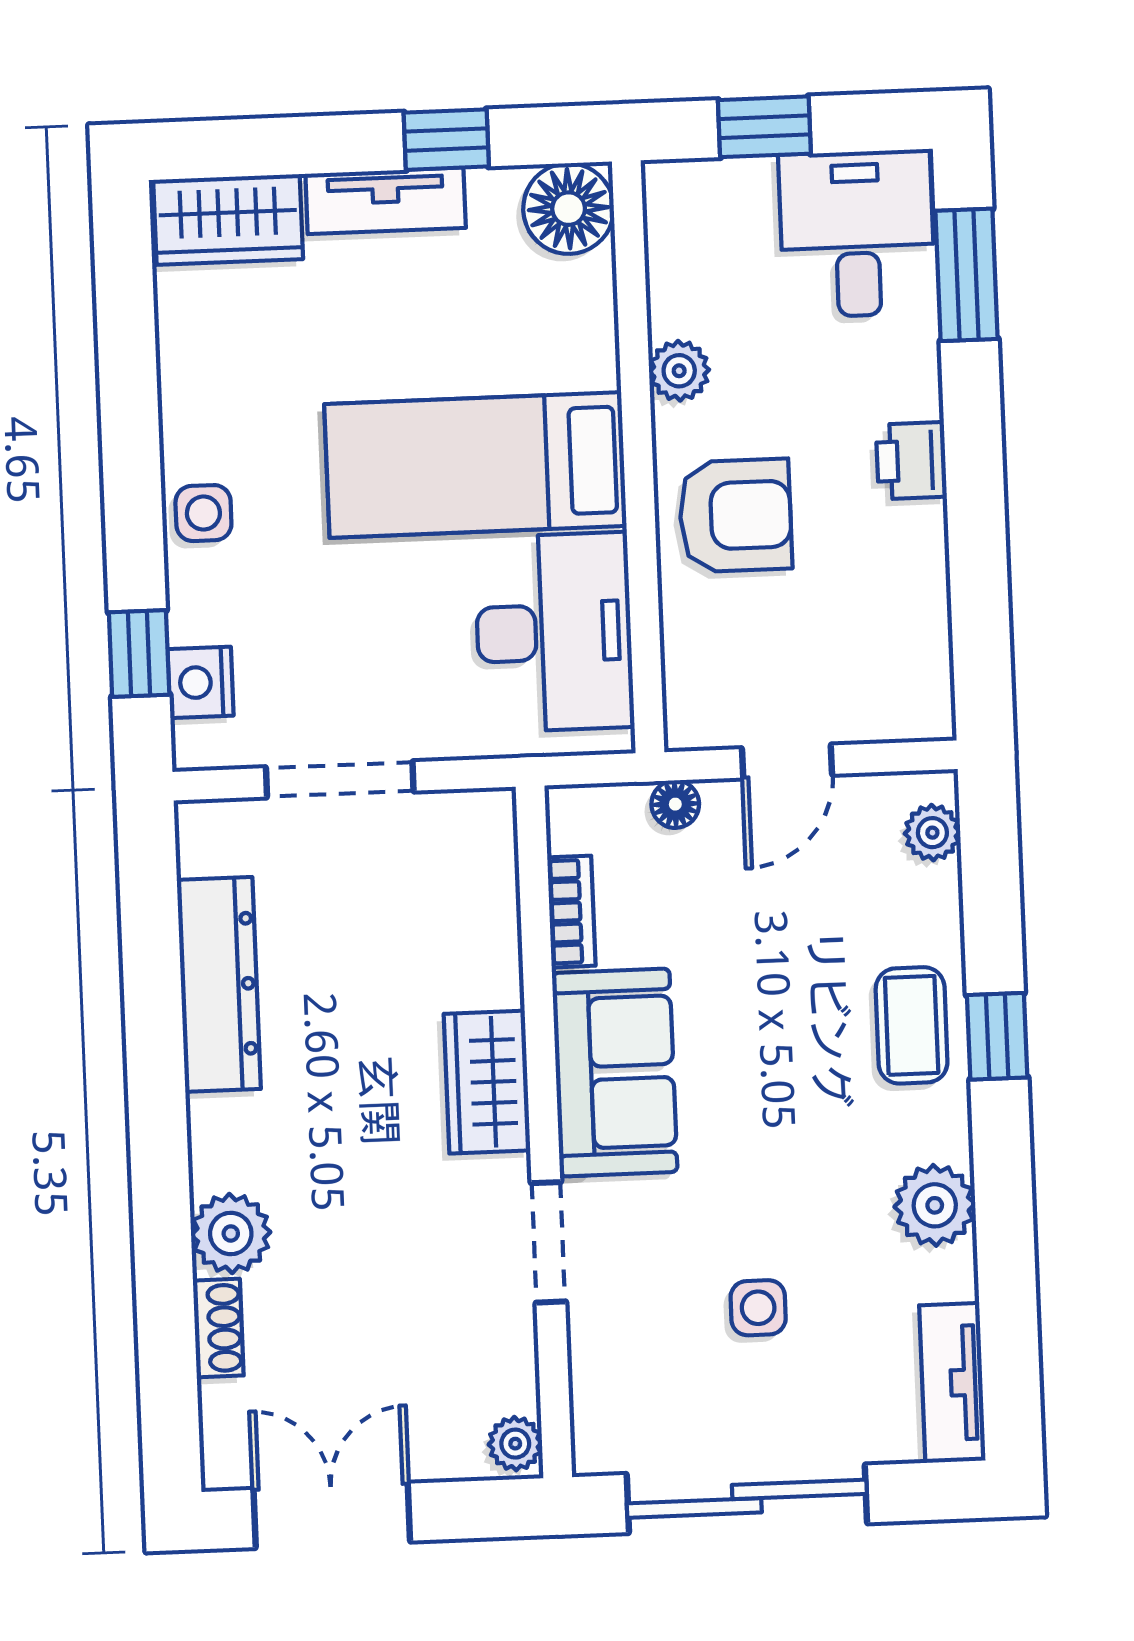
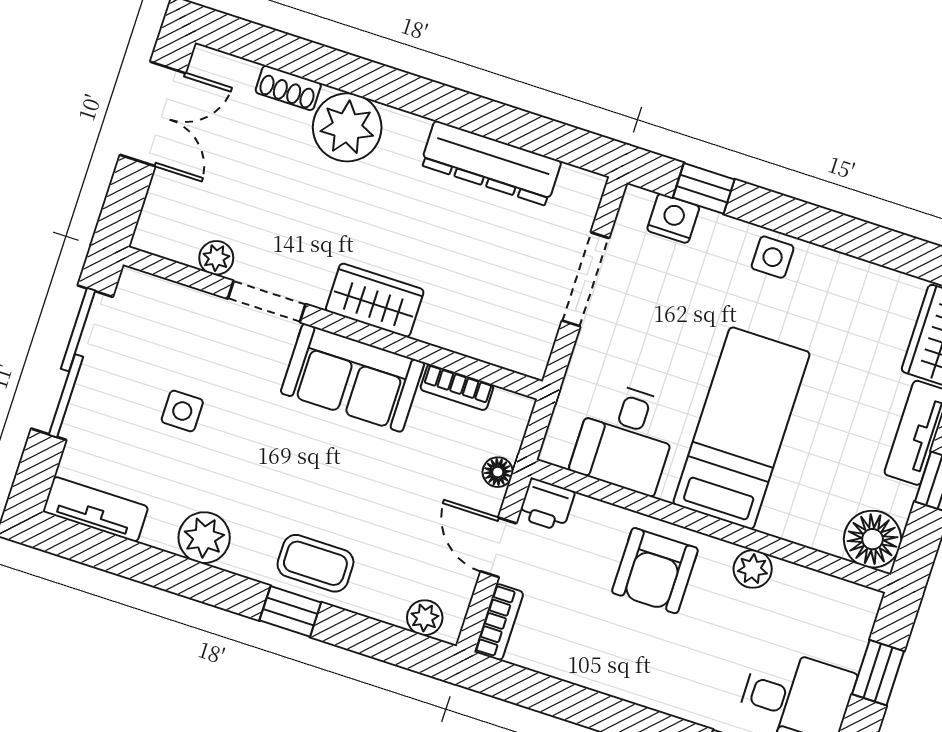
printer: (911, 461) -> (547, 505), moved, turned 180
desk: (554, 632) -> (626, 438), width x0.73
bookcase: (898, 720) -> (499, 622), added
plant: (231, 1233) -> (347, 127), width x1.36, depth x1.36
plant: (515, 1444) -> (216, 258), moved

